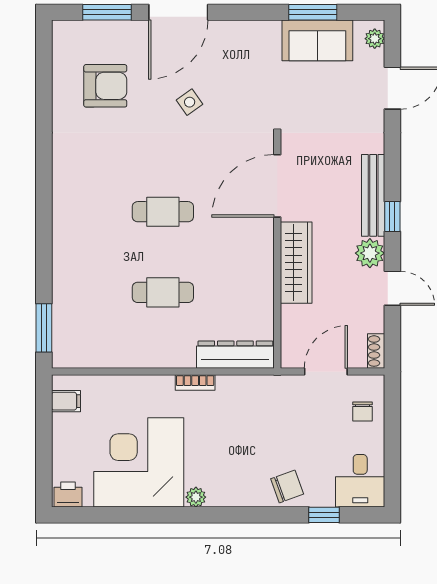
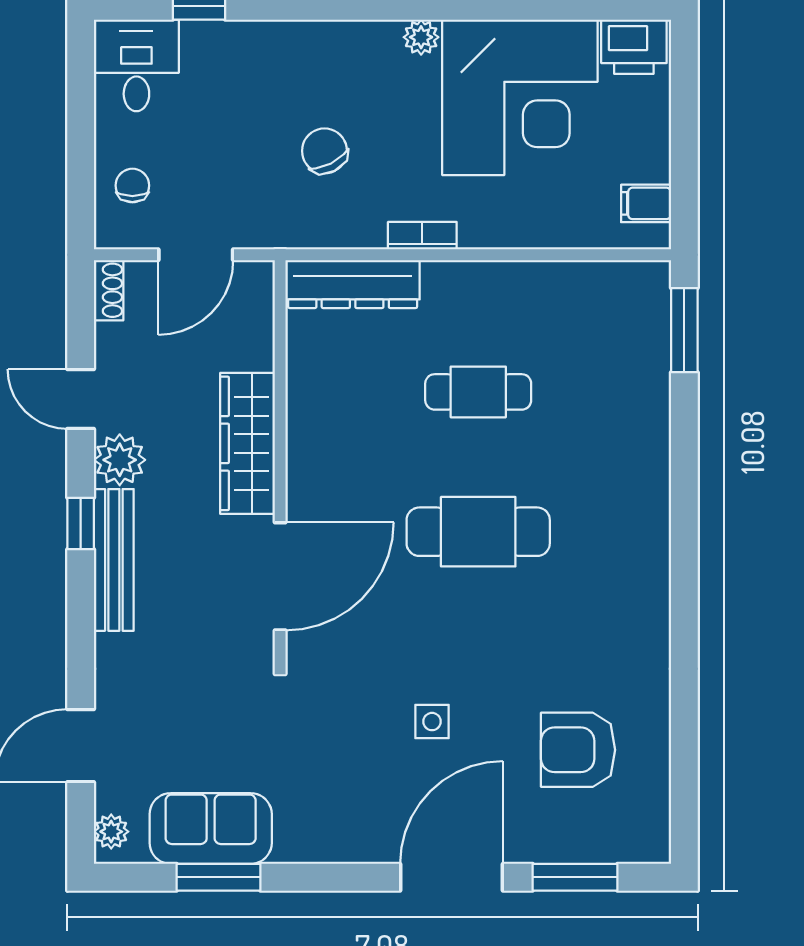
side table: (190, 102) -> (432, 722), turned 35
cafe table: (163, 212) -> (478, 532), width x1.37, depth x1.35
chair: (287, 486) -> (324, 151), moved, turned 83
printer: (68, 495) -> (634, 47), width x1.36, depth x1.24

